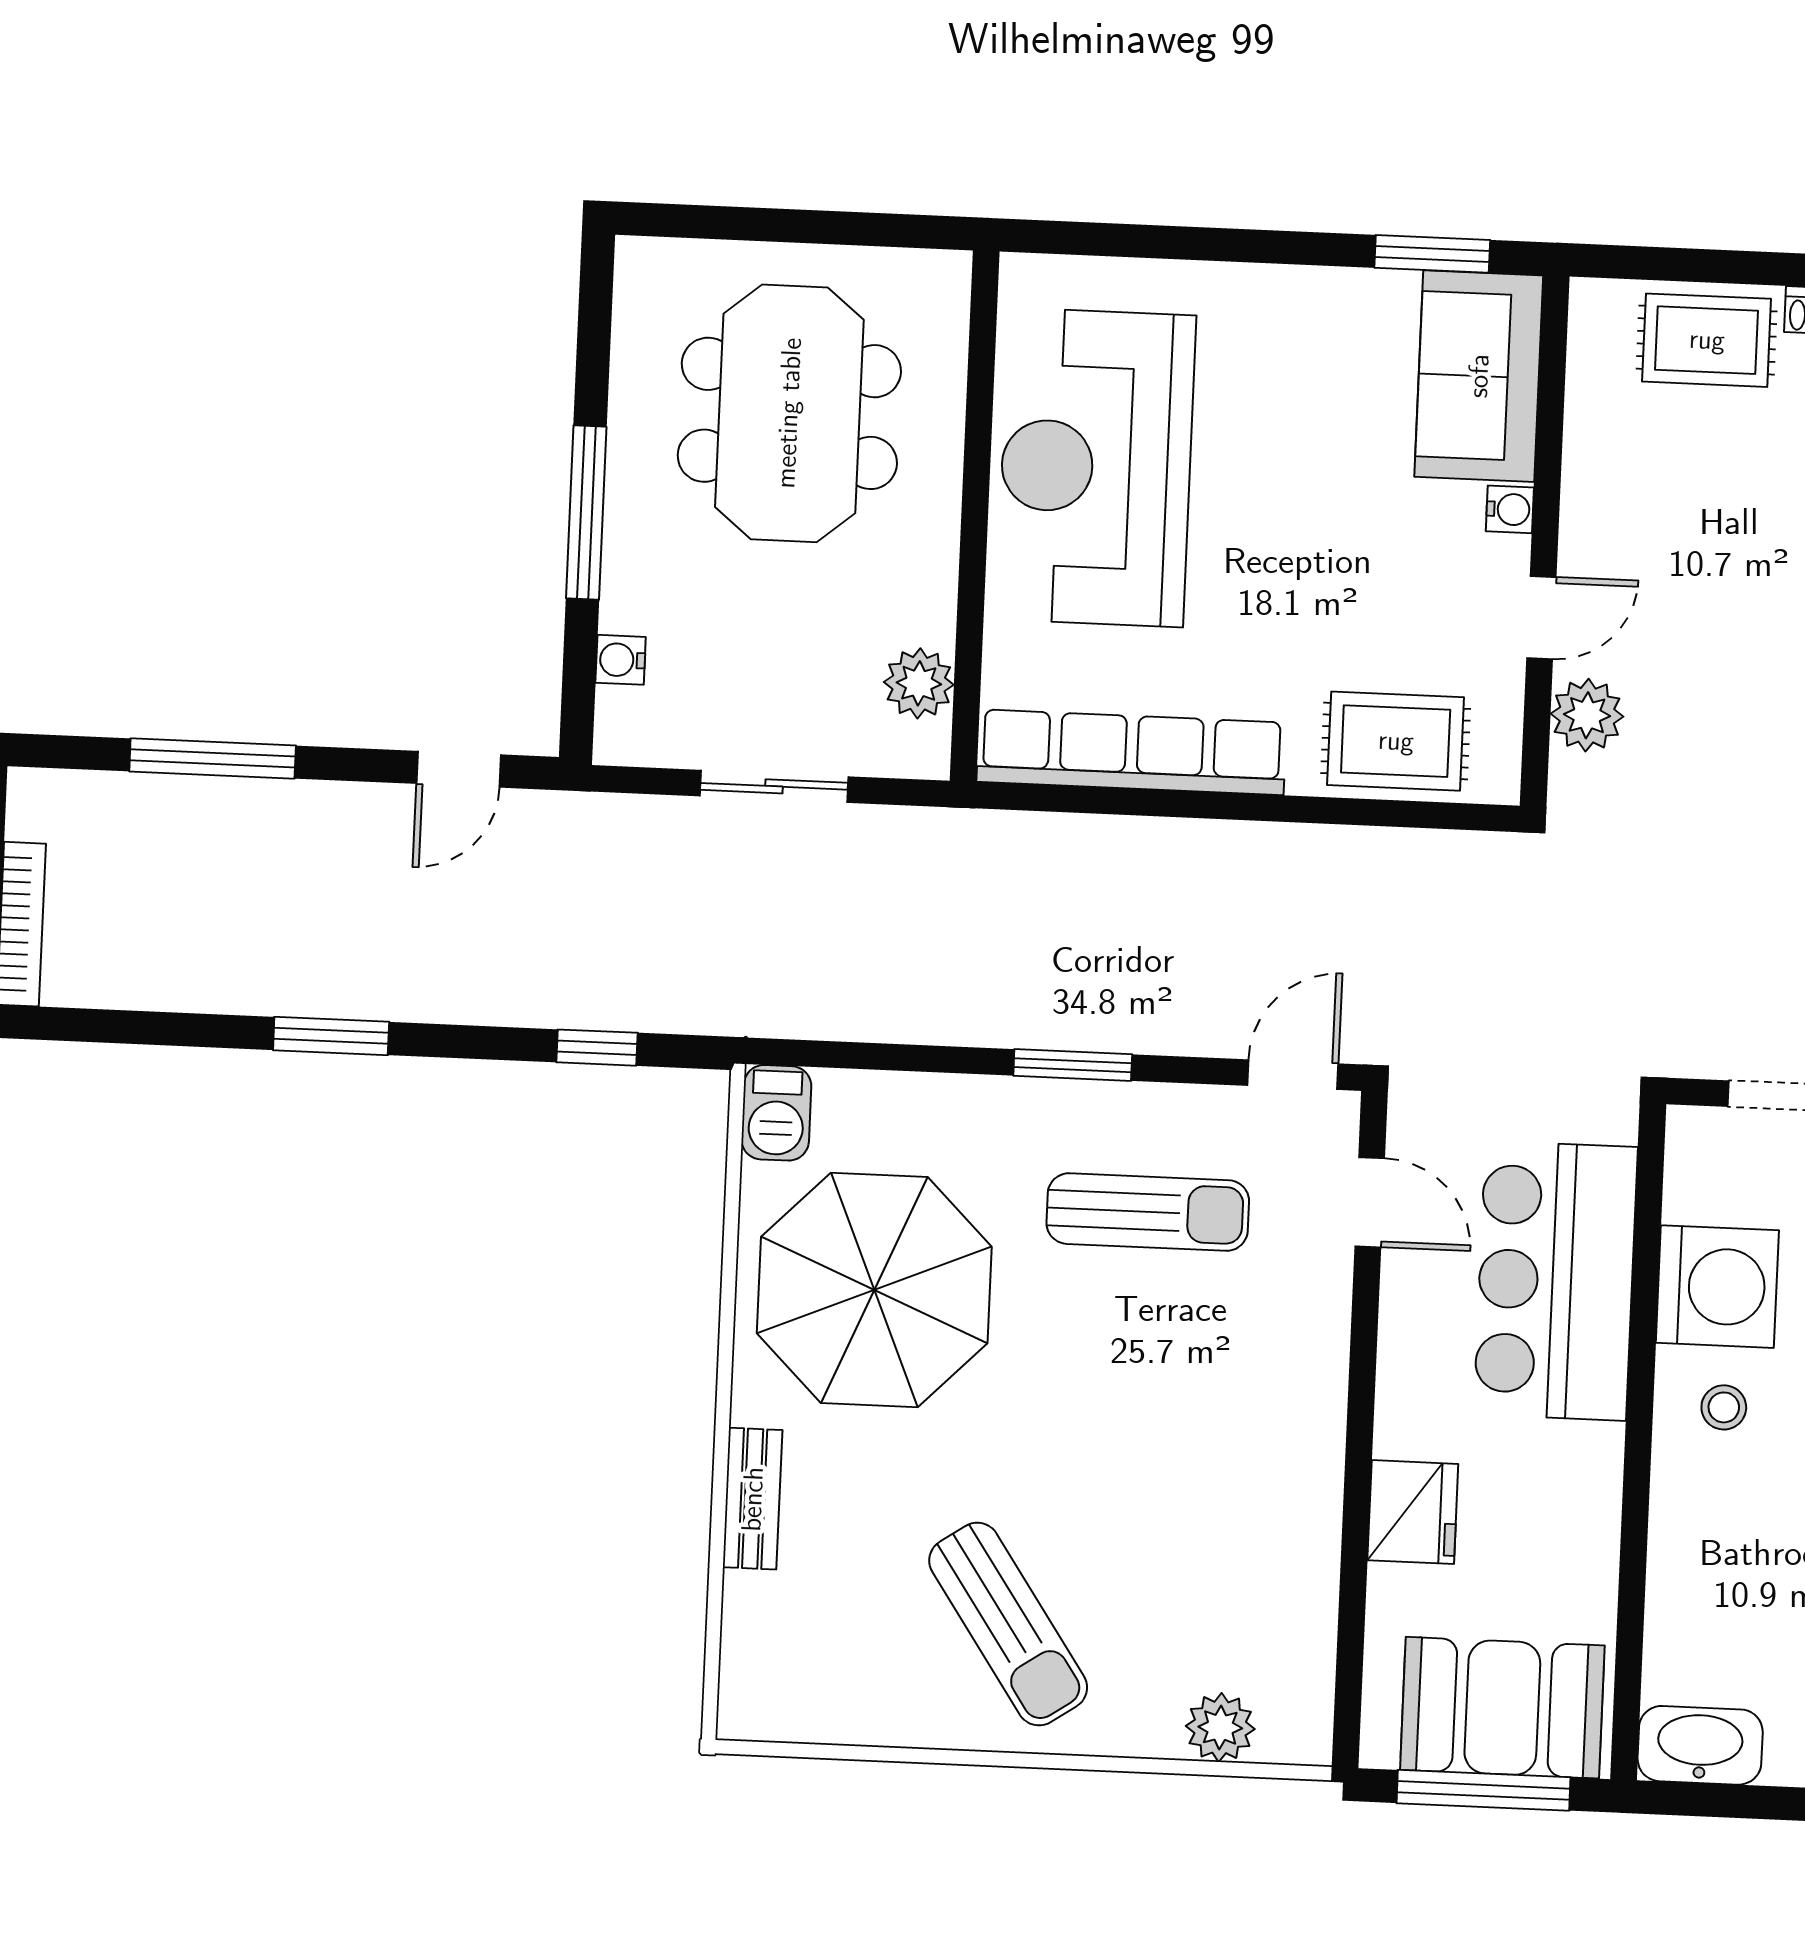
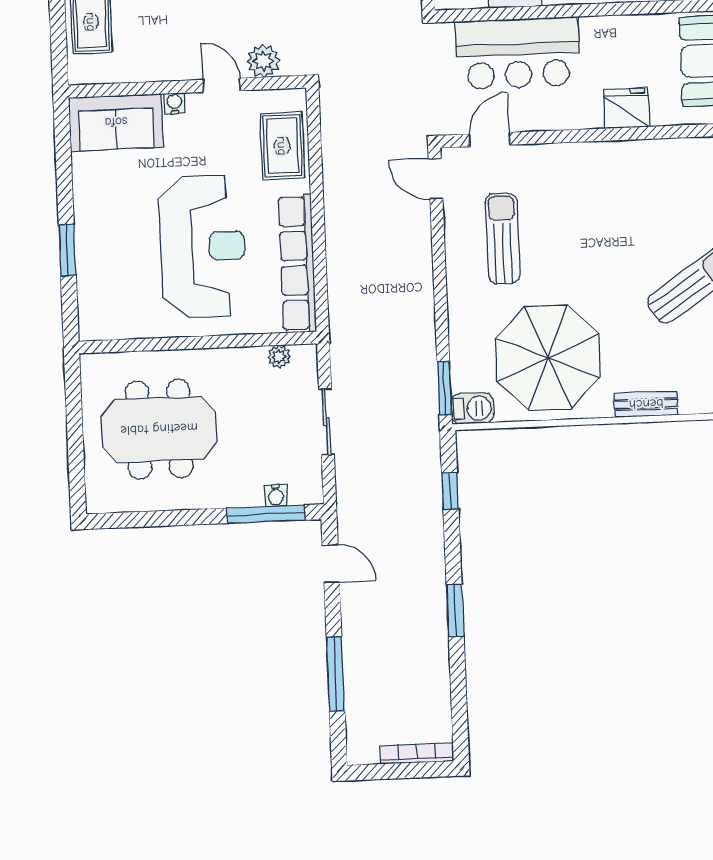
window: (1432, 254) -> (67, 250), moved
reception desk: (1096, 467) -> (202, 246), moved, turned -90
window: (586, 513) -> (266, 514), moved
plant: (919, 683) -> (279, 357), width x0.73, depth x0.73
window: (1073, 1065) -> (444, 388), moved

